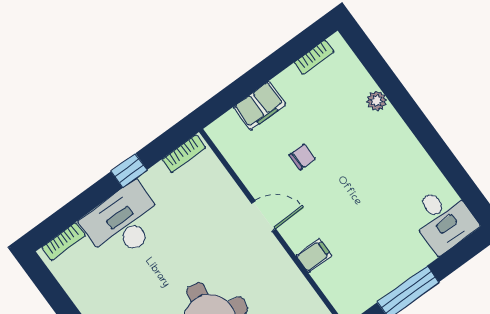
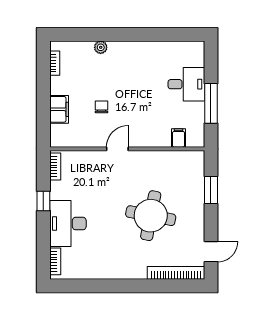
desk: (443, 219) -> (186, 84), moved
filing cabinet: (314, 256) -> (178, 138), moved

